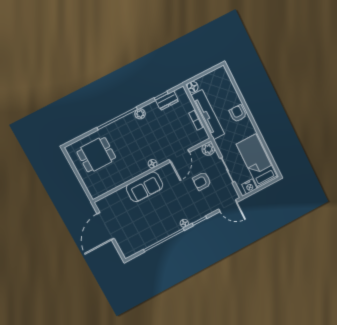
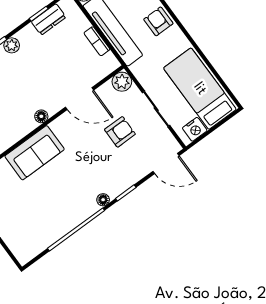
door: (179, 156) -> (79, 99), hinge flipped
armchair: (202, 181) -> (120, 132), turned 180

